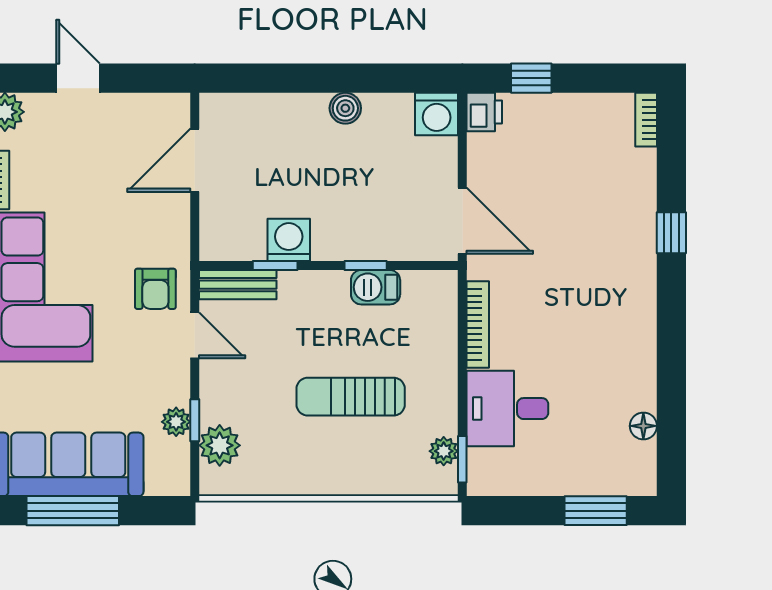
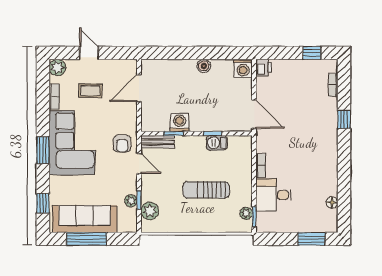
window: (531, 78) -> (312, 53), moved
bookcase: (646, 120) -> (333, 85), moved
coffee table: (82, 166) -> (90, 91), added
bookcase: (478, 324) -> (261, 166), width x0.64

